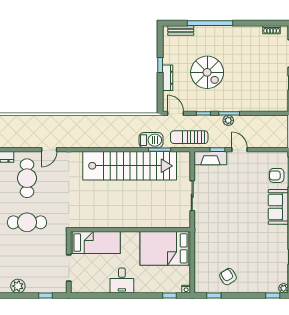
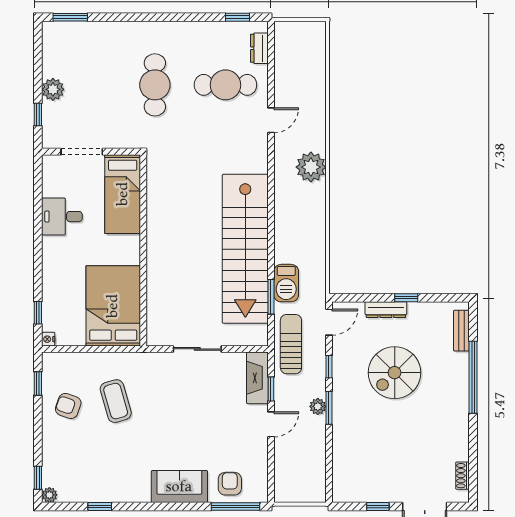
plant: (78, 125) -> (311, 167), added
door: (49, 150) -> (271, 120), swing flipped
coffee table: (225, 247) -> (116, 401), added
armchair: (228, 277) -> (68, 406), turned -129
desk: (122, 281) -> (62, 217), moved
plant: (18, 286) -> (53, 89), moved

